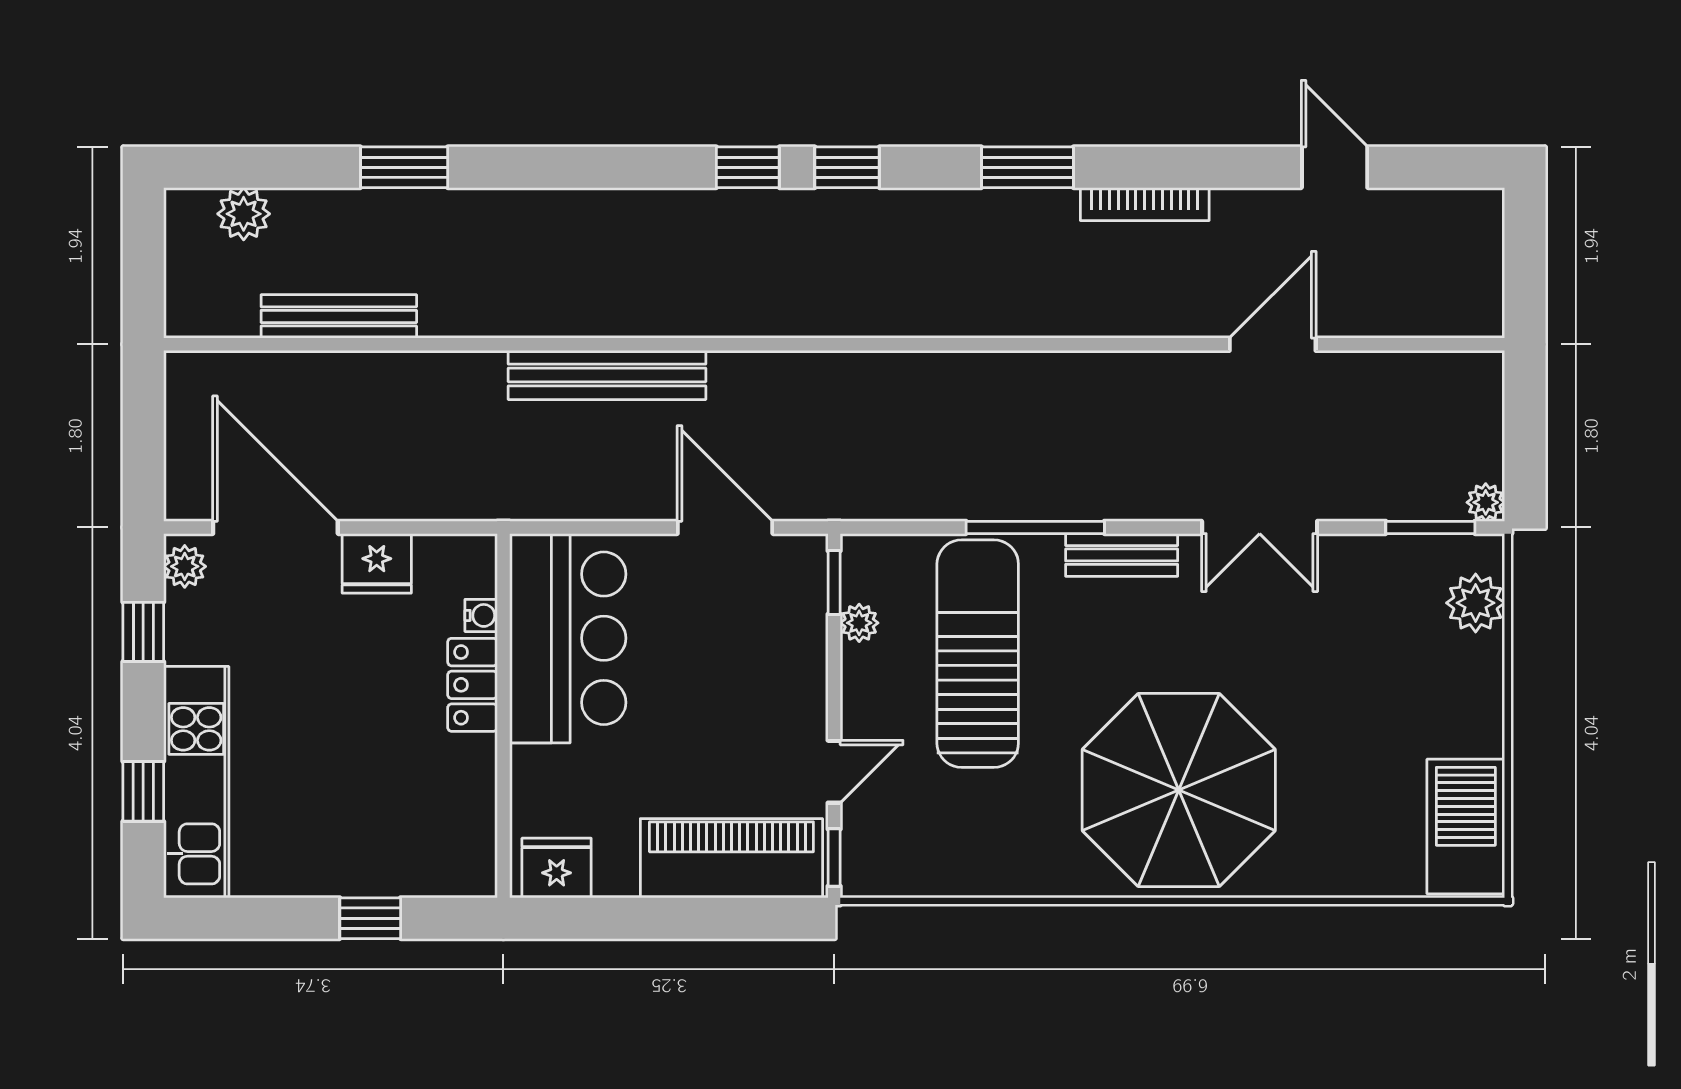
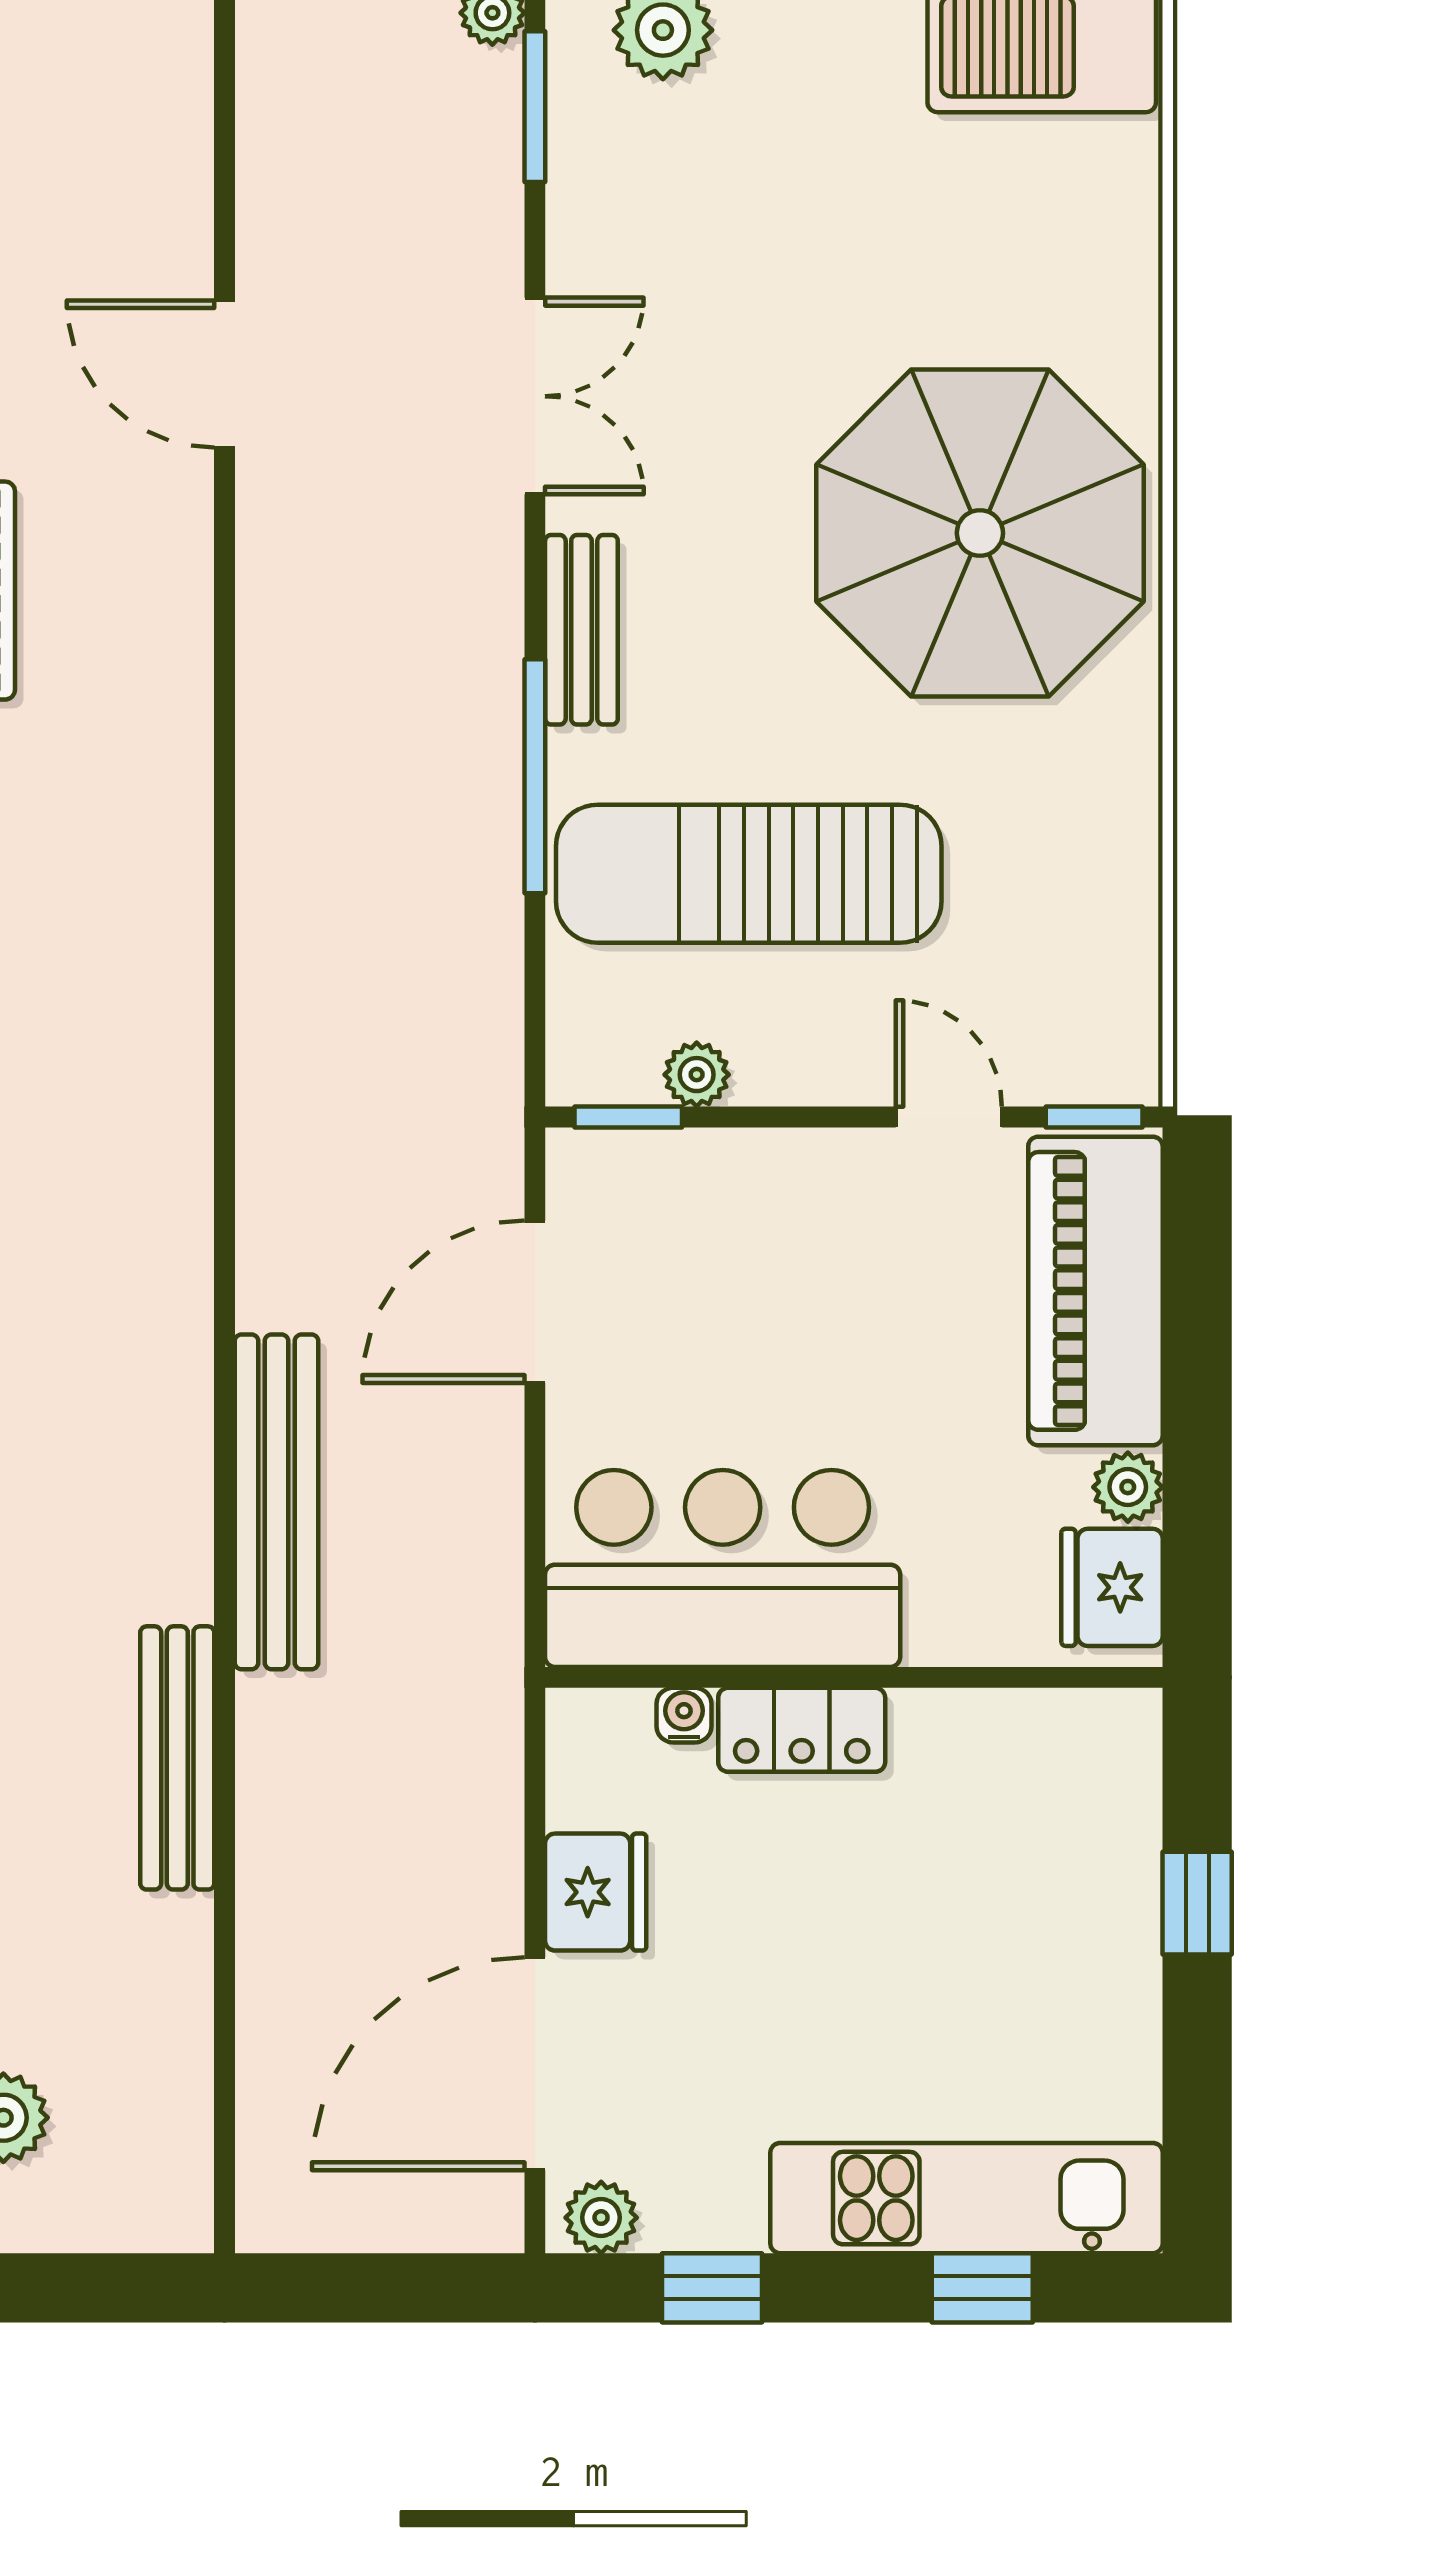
bench: (339, 316) -> (177, 1758), moved
plant: (616, 877) -> (1128, 1487), added

